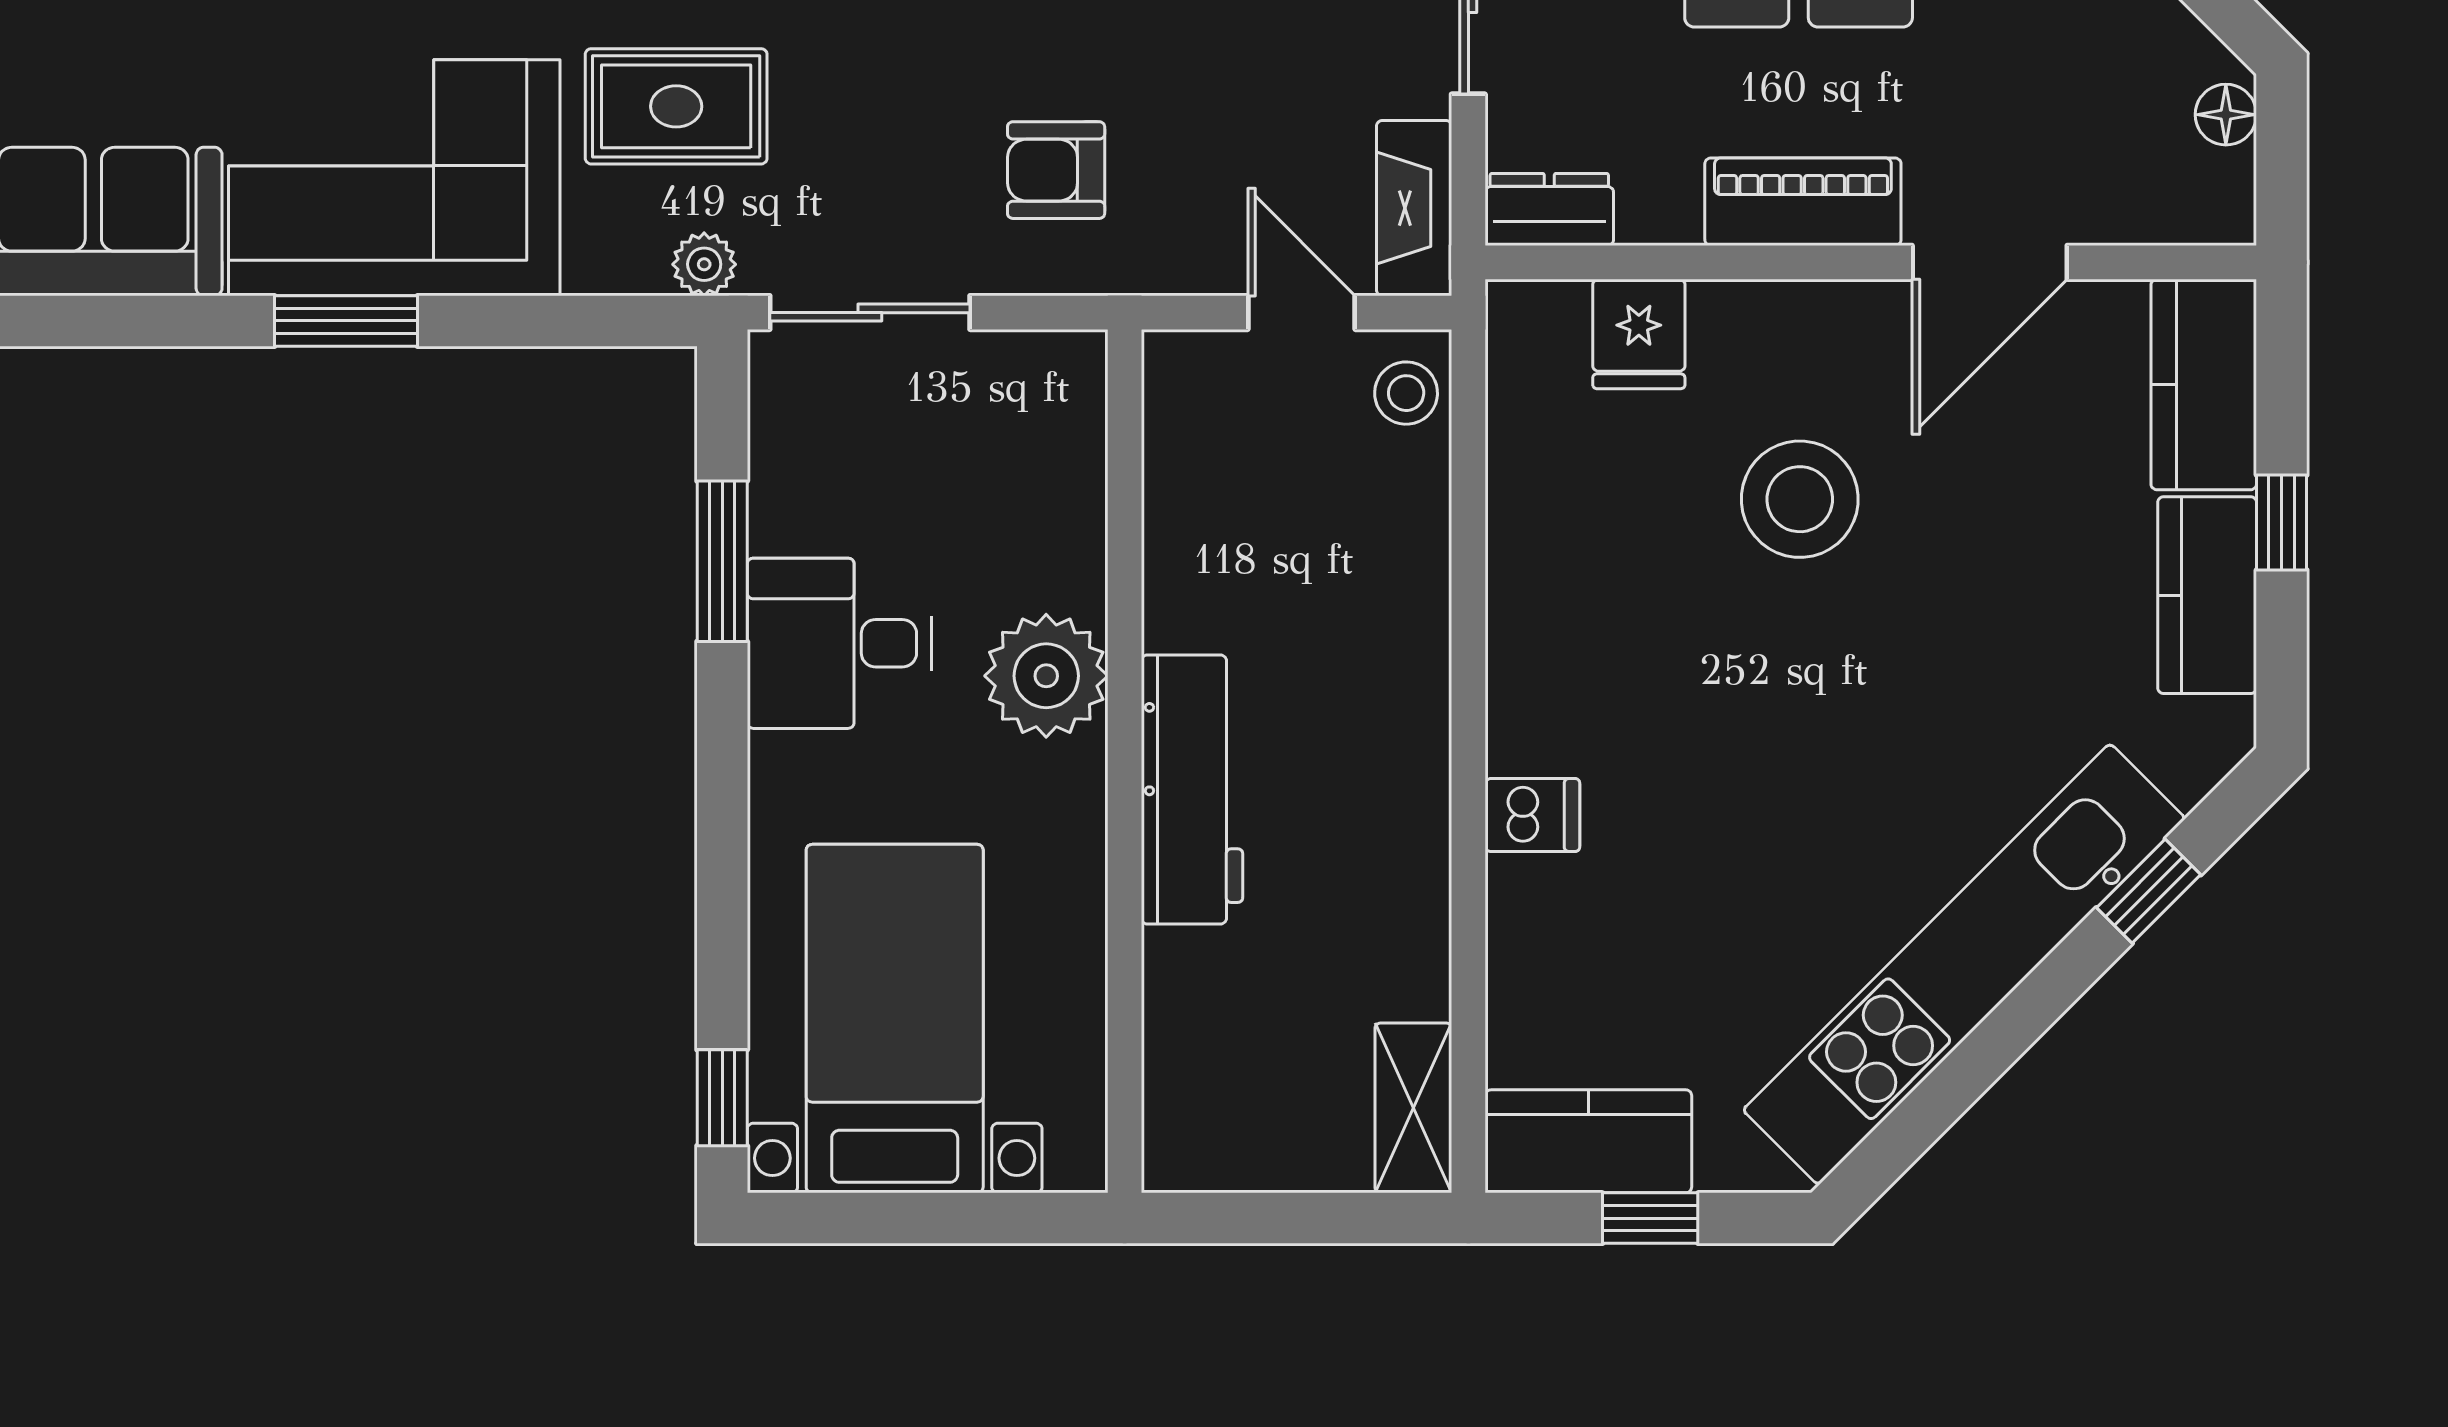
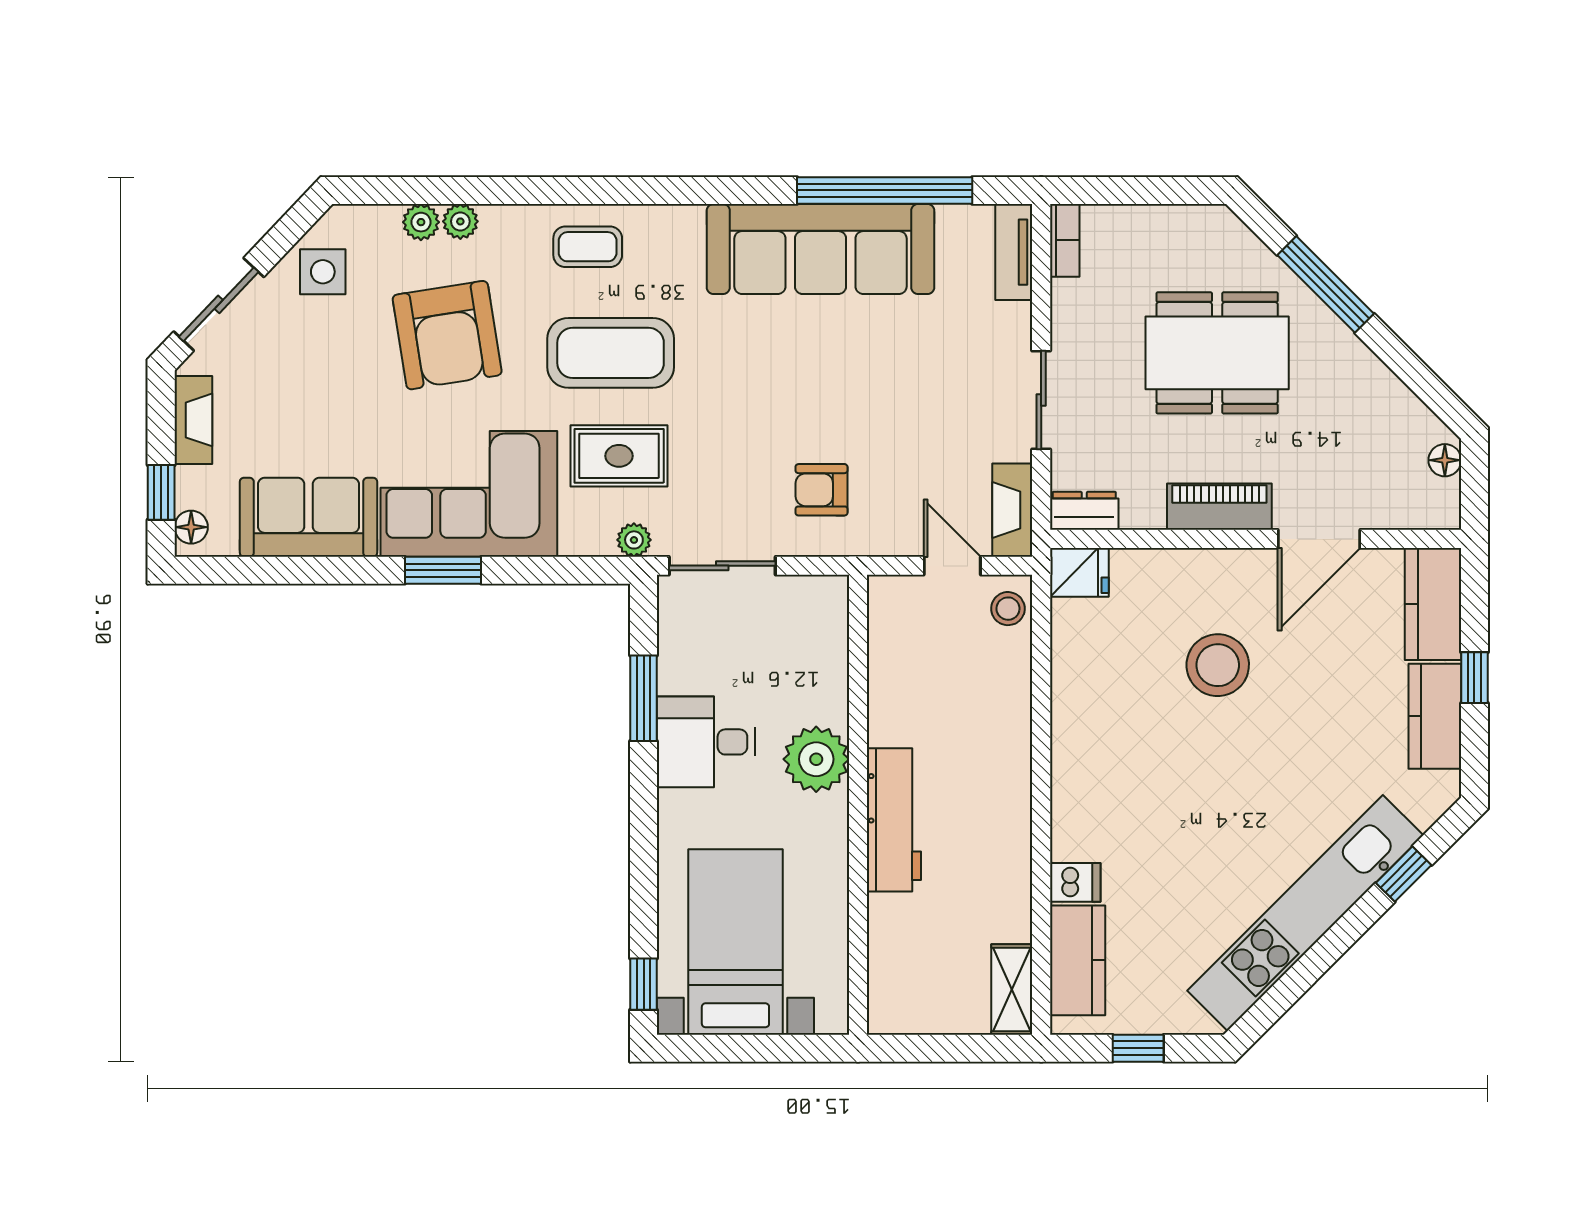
fridge: (1639, 334) -> (1079, 572), moved, turned -90
dishwasher: (1532, 815) -> (1075, 882), moved
kitchen counter: (1588, 1141) -> (1078, 960), moved, turned 90

